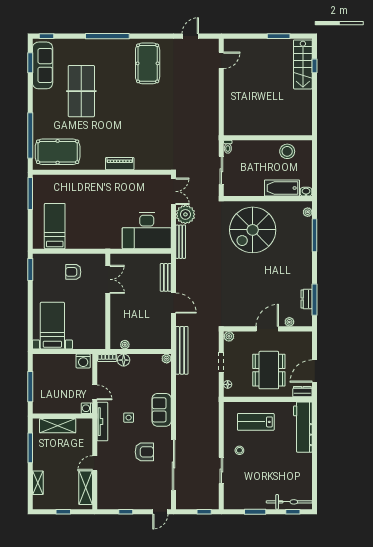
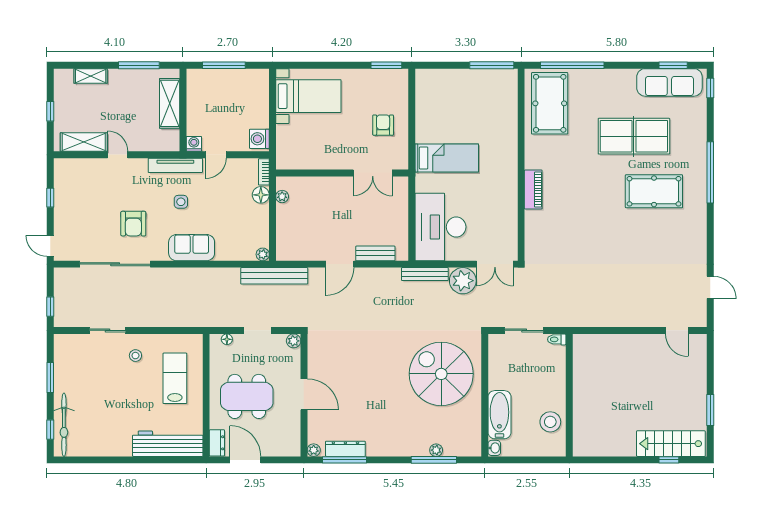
pool table: (148, 63) -> (654, 191), moved
plant: (308, 212) -> (436, 450), moved
bed: (55, 226) -> (447, 158), moved
dresser: (307, 299) -> (345, 449), width x1.44
plant: (289, 322) -> (314, 450), moved

